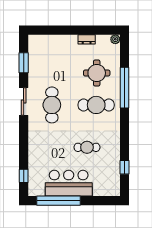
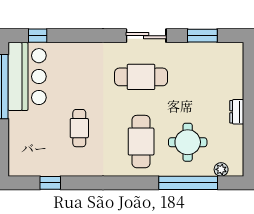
dresser: (87, 39) -> (237, 112), moved
plant: (115, 39) -> (221, 169), moved
window: (125, 88) -> (188, 183), moved
bar counter: (69, 183) -> (27, 77), moved

